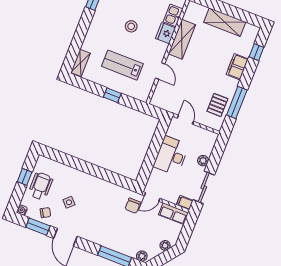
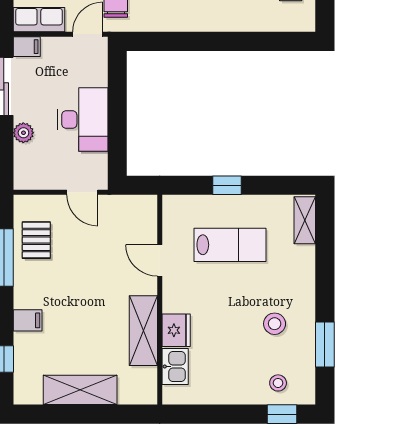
stool: (131, 26) -> (275, 324), moved
filing cabinet: (237, 67) -> (28, 320), width x0.50

